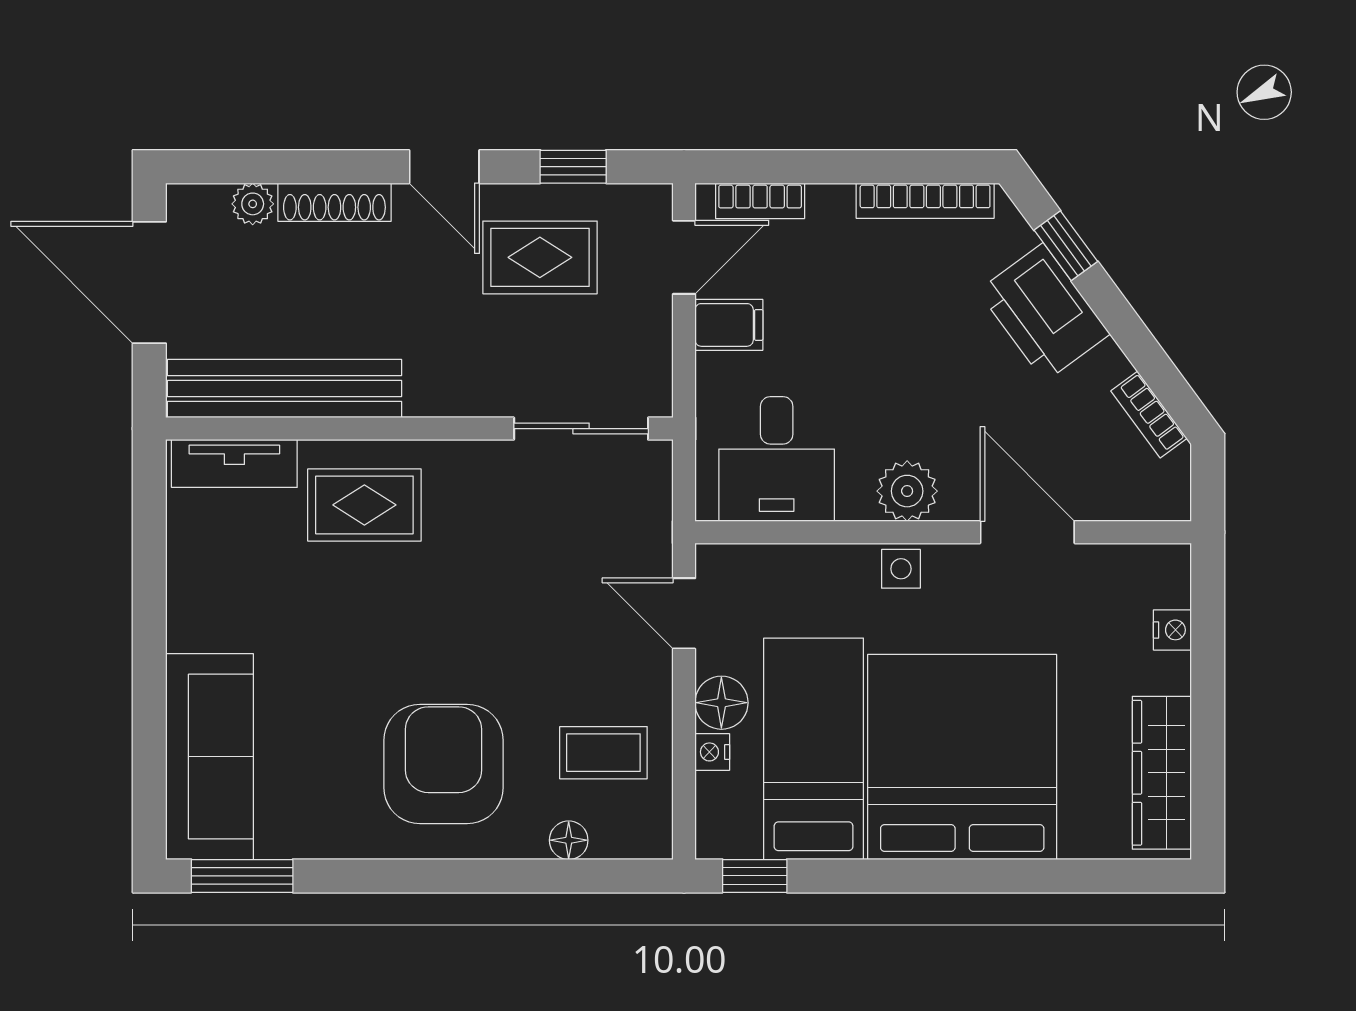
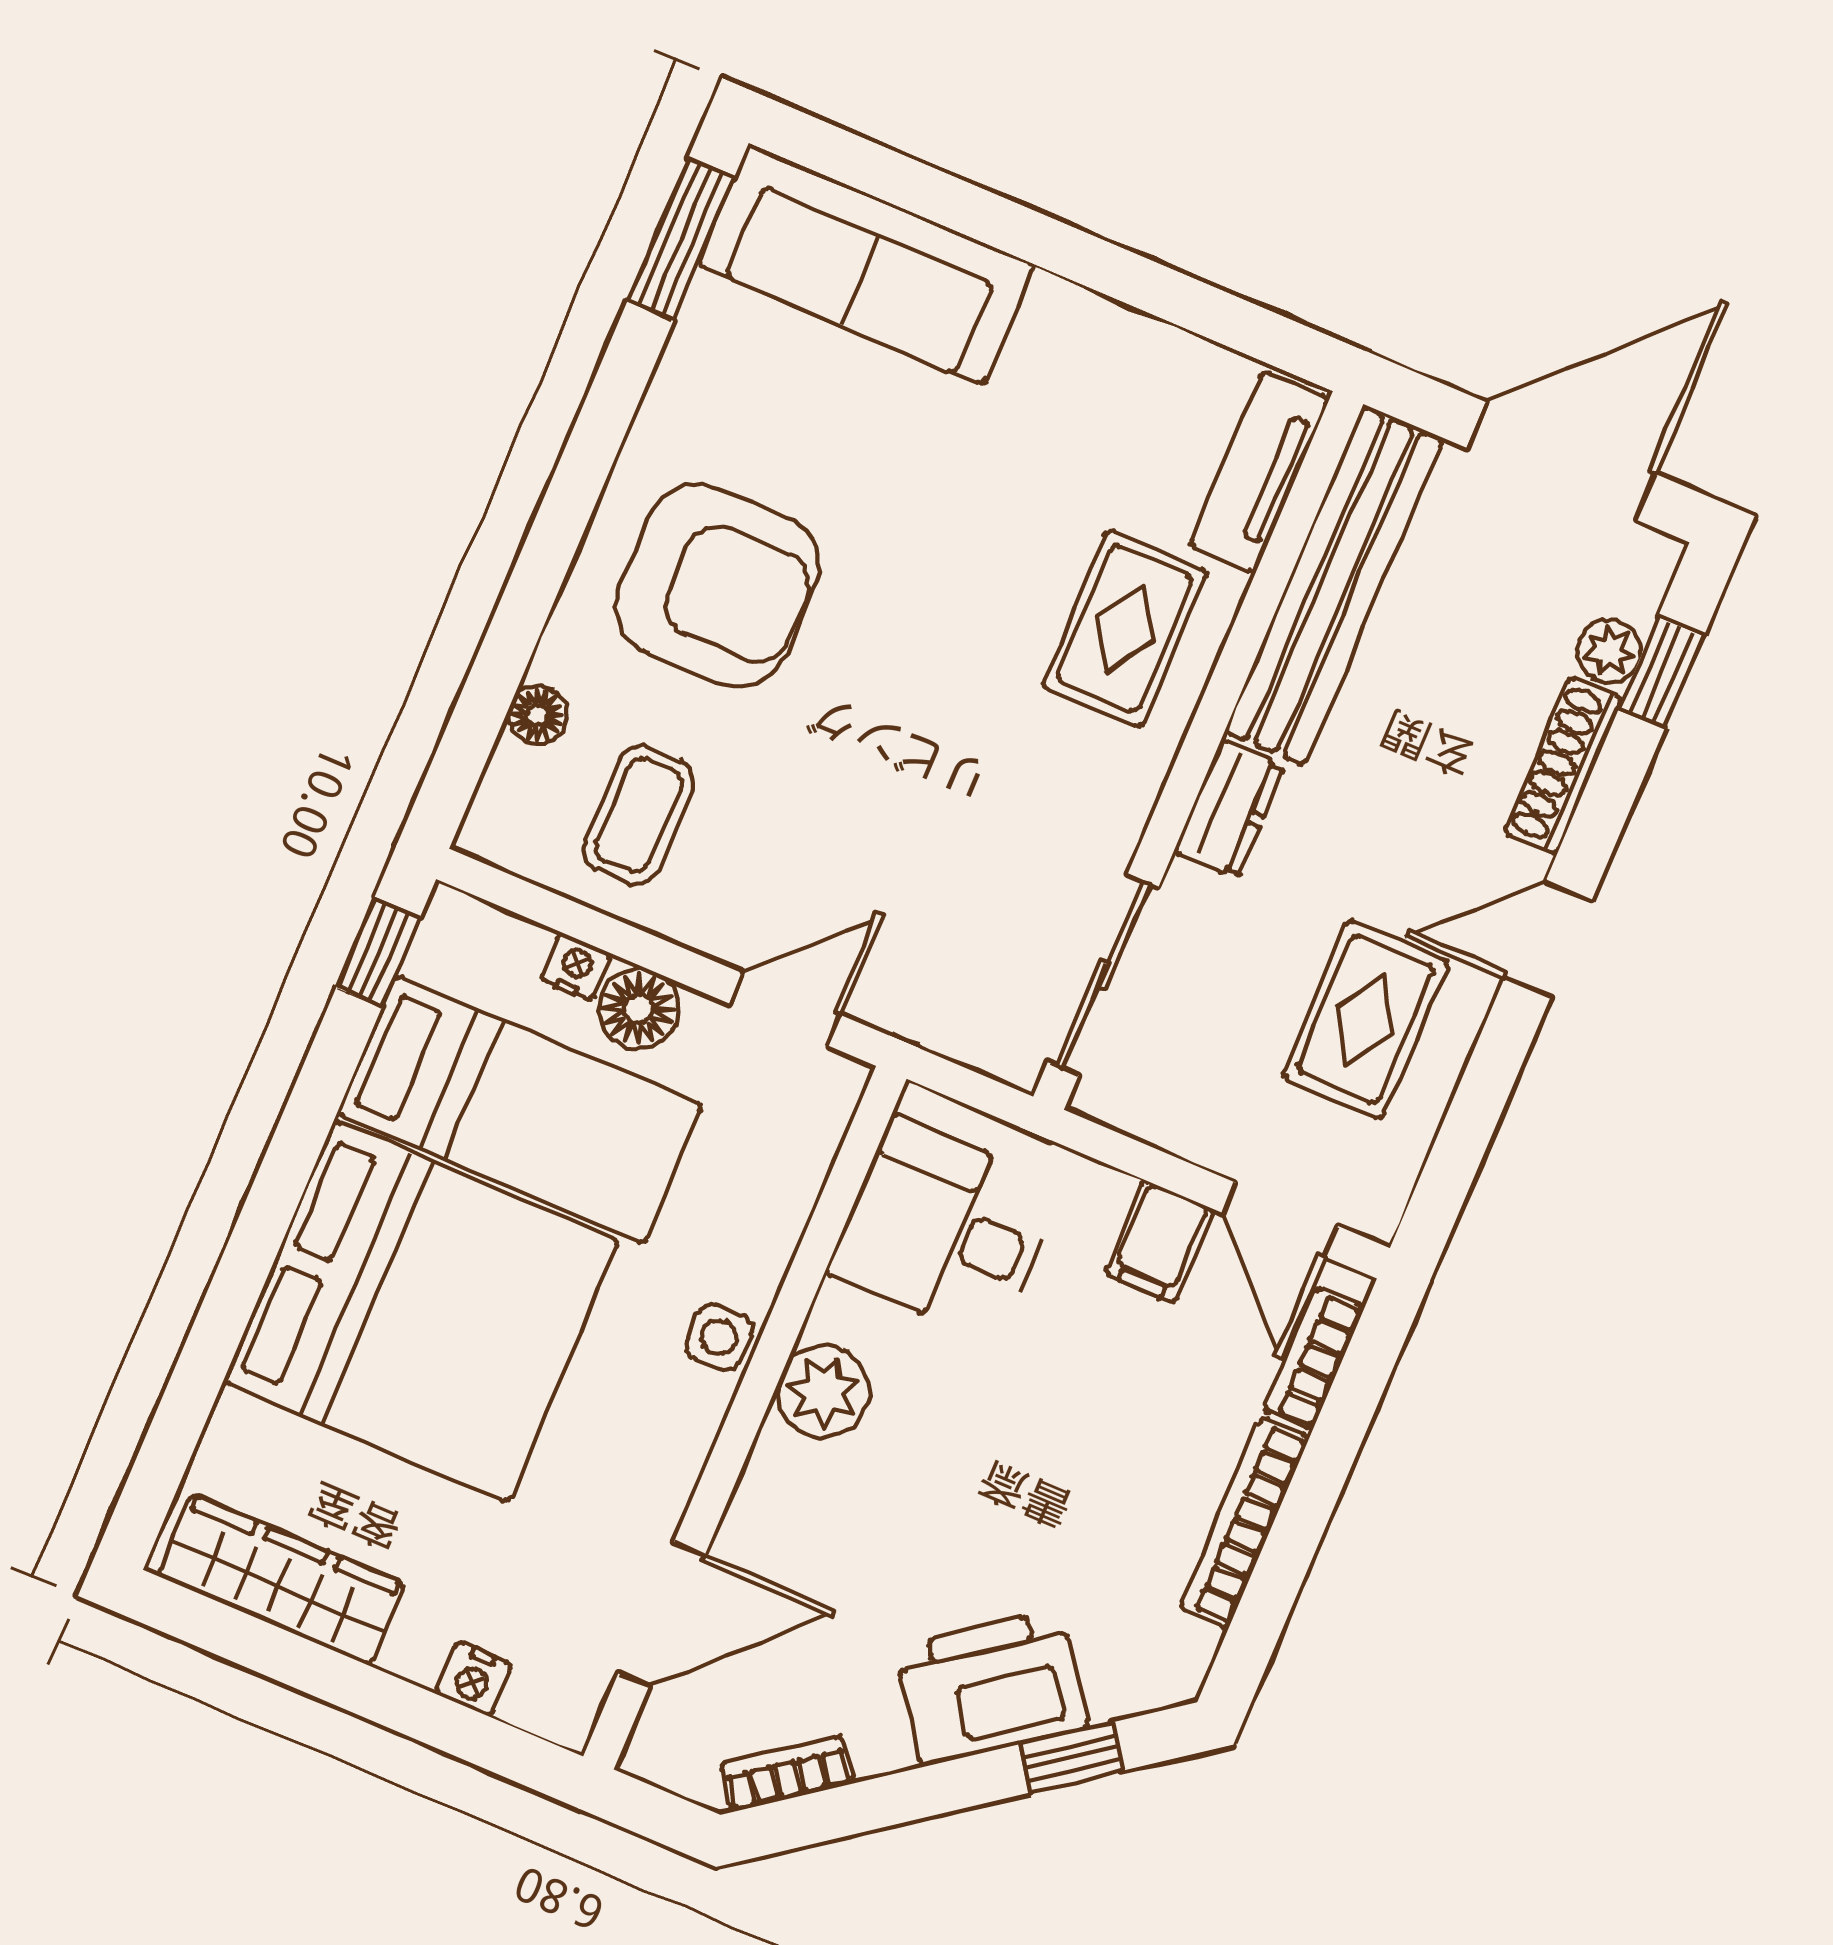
window: (573, 167) -> (1661, 672), moved
bookcase: (925, 201) -> (1245, 1523), moved
dresser: (447, 395) -> (1229, 808), added
door: (1027, 532) -> (661, 1614), moved

